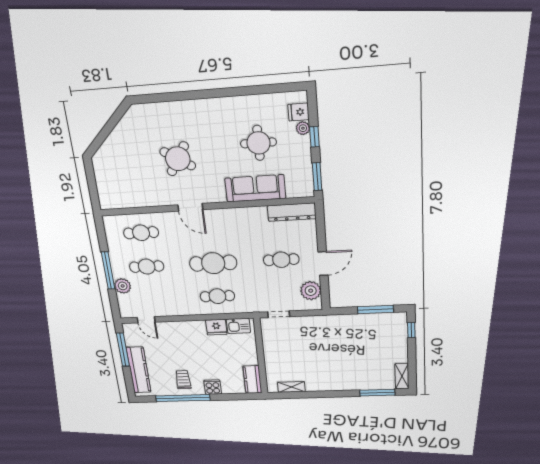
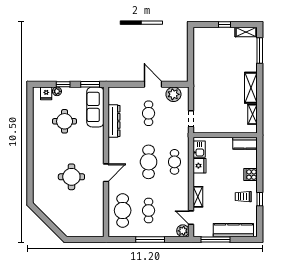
round table: (178, 159) -> (71, 177), turned -32
sofa: (255, 188) -> (95, 107), moved
dresser: (292, 212) -> (114, 121), moved
cafe table: (141, 233) -> (123, 210), width x1.37, depth x1.35
plant: (123, 286) -> (183, 231), moved
window: (375, 310) -> (191, 49), removed
door: (146, 320) -> (191, 218), swing flipped
shelving: (175, 327) -> (198, 197), added
window: (411, 330) -> (224, 24), moved
shelving: (326, 384) -> (251, 88), added
window: (183, 398) -> (260, 199), width x0.32

